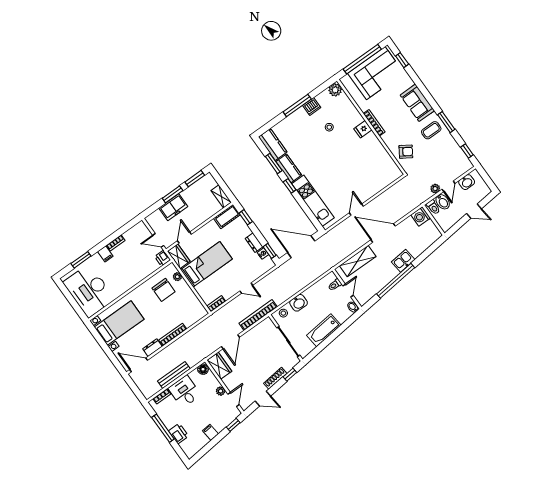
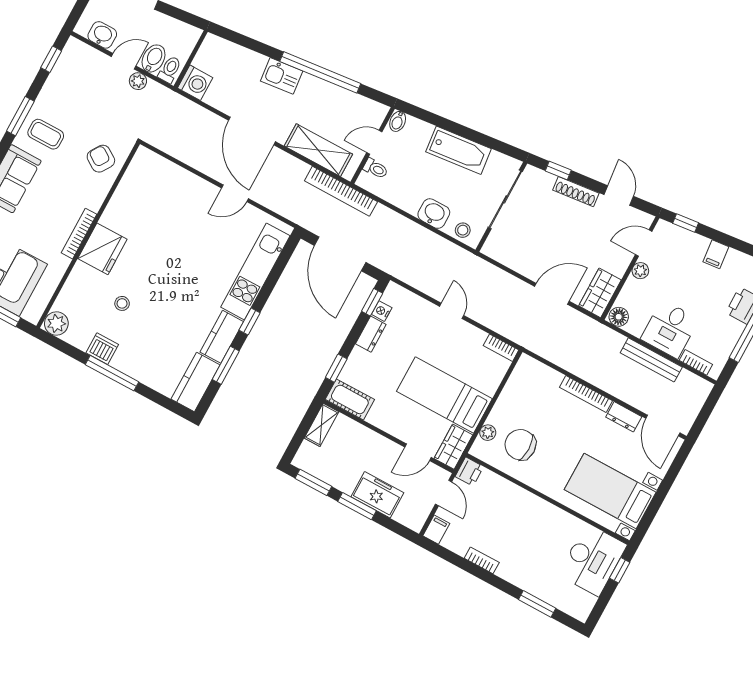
fridge: (363, 129) -> (102, 249), width x1.88, depth x1.34
filing cabinet: (105, 254) -> (436, 530), moved
chair: (164, 290) -> (520, 445), turned -90
desk: (89, 291) -> (593, 560), width x0.73, depth x0.77
window: (78, 309) -> (620, 570), added
bookcase: (258, 315) -> (341, 191), moved

